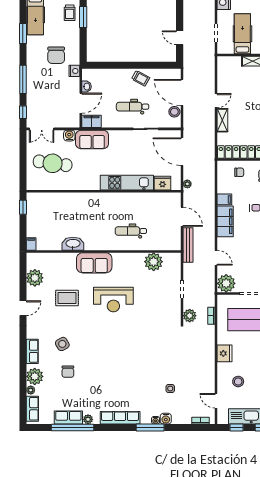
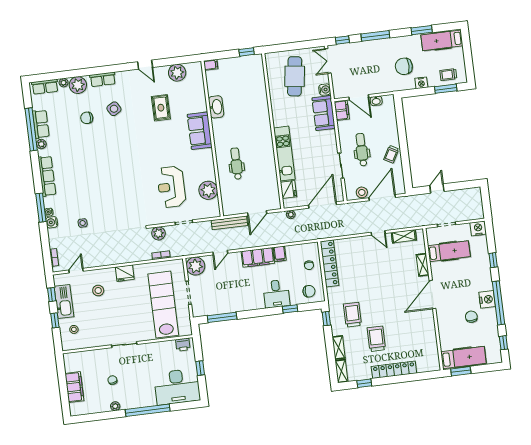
nightstand: (74, 71) -> (421, 83), moved
shelving: (222, 120) -> (404, 236), moved
reception desk: (113, 299) -> (171, 187), moved

